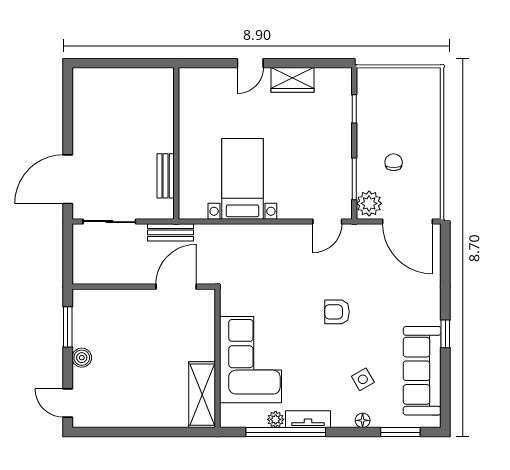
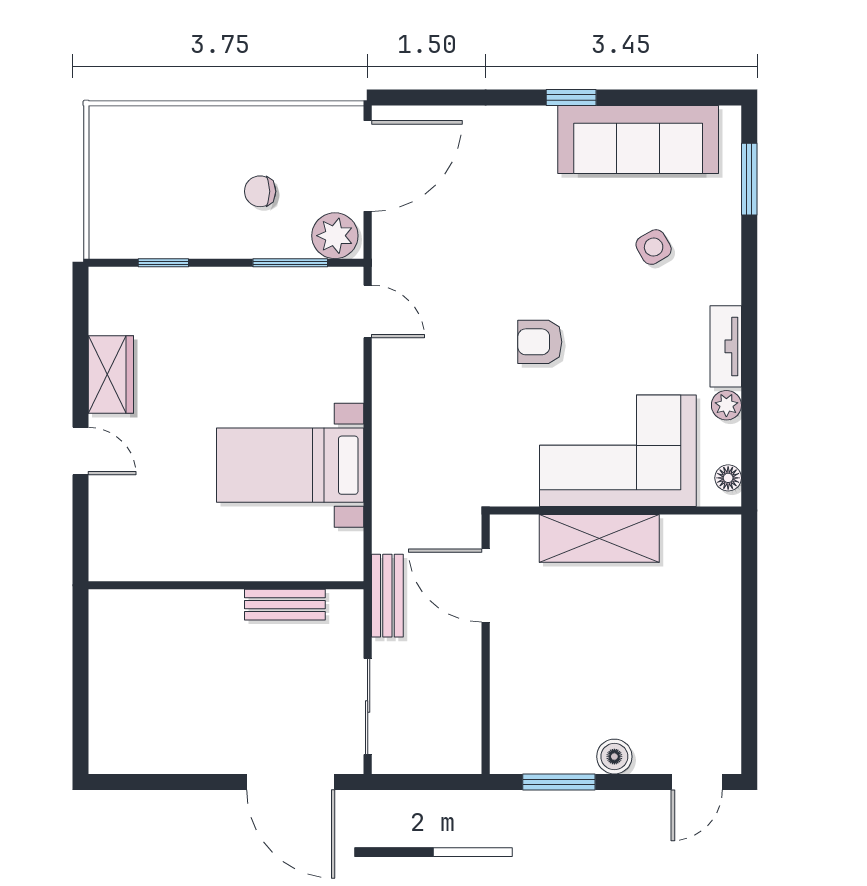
armchair: (337, 312) -> (540, 342), moved, turned 90
shelving: (202, 395) -> (599, 538), moved
floor lamp: (363, 420) -> (728, 478), moved
window: (286, 432) -> (749, 387), removed

